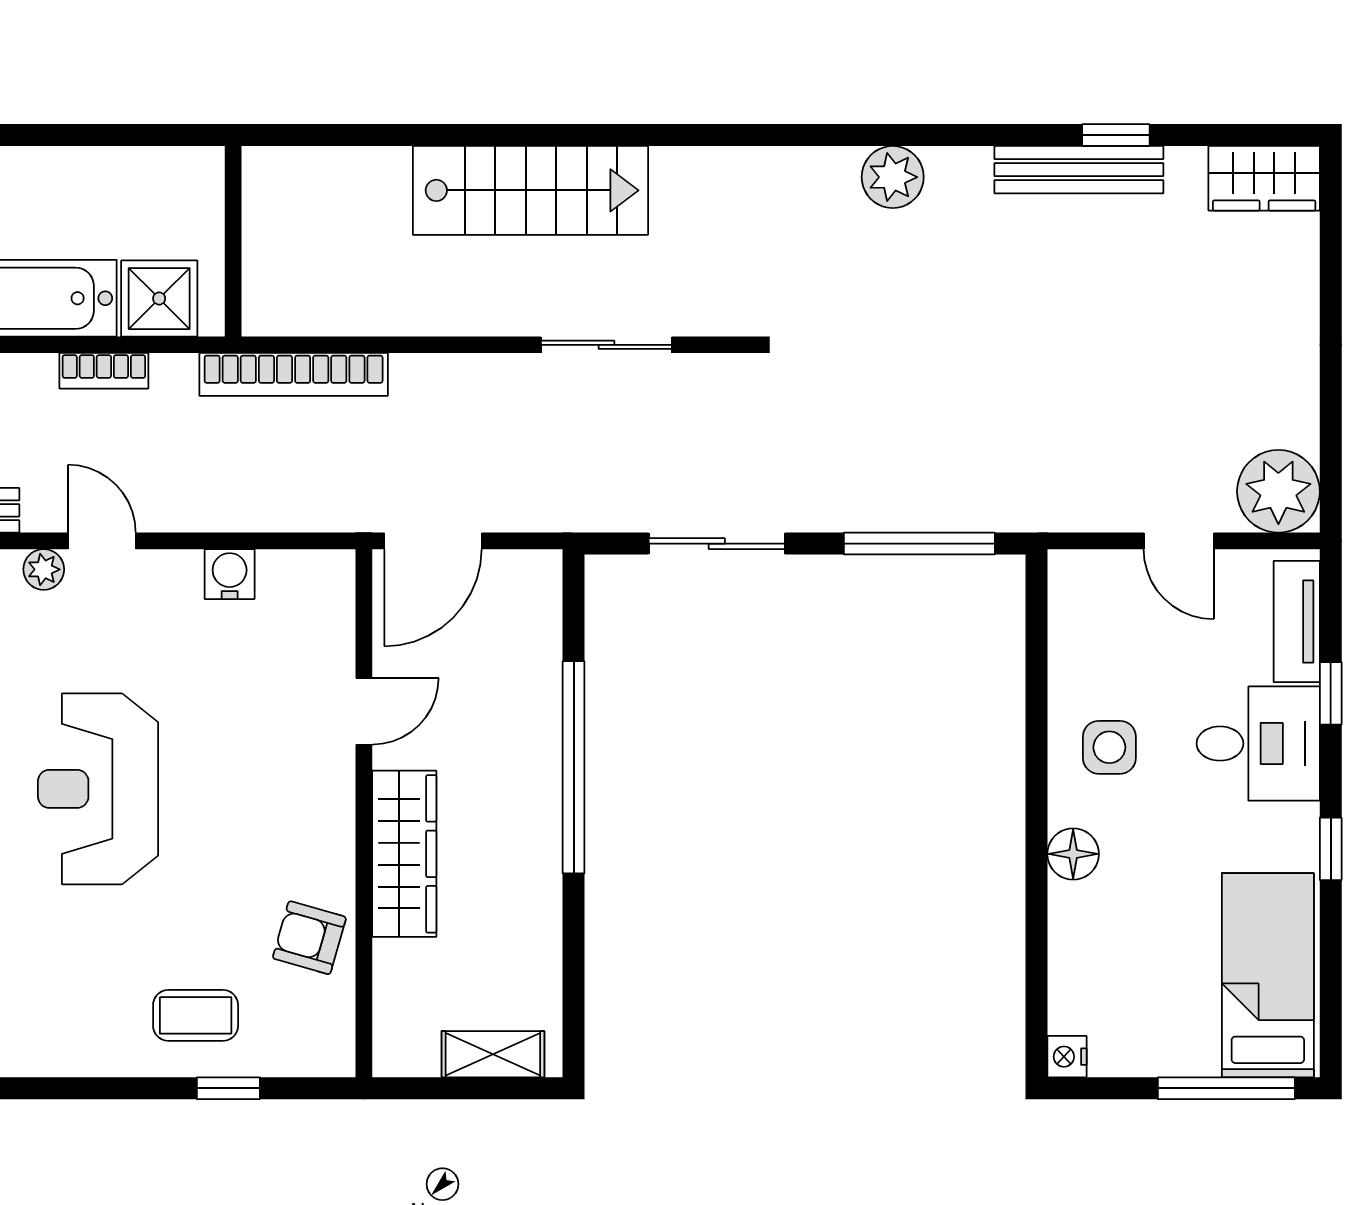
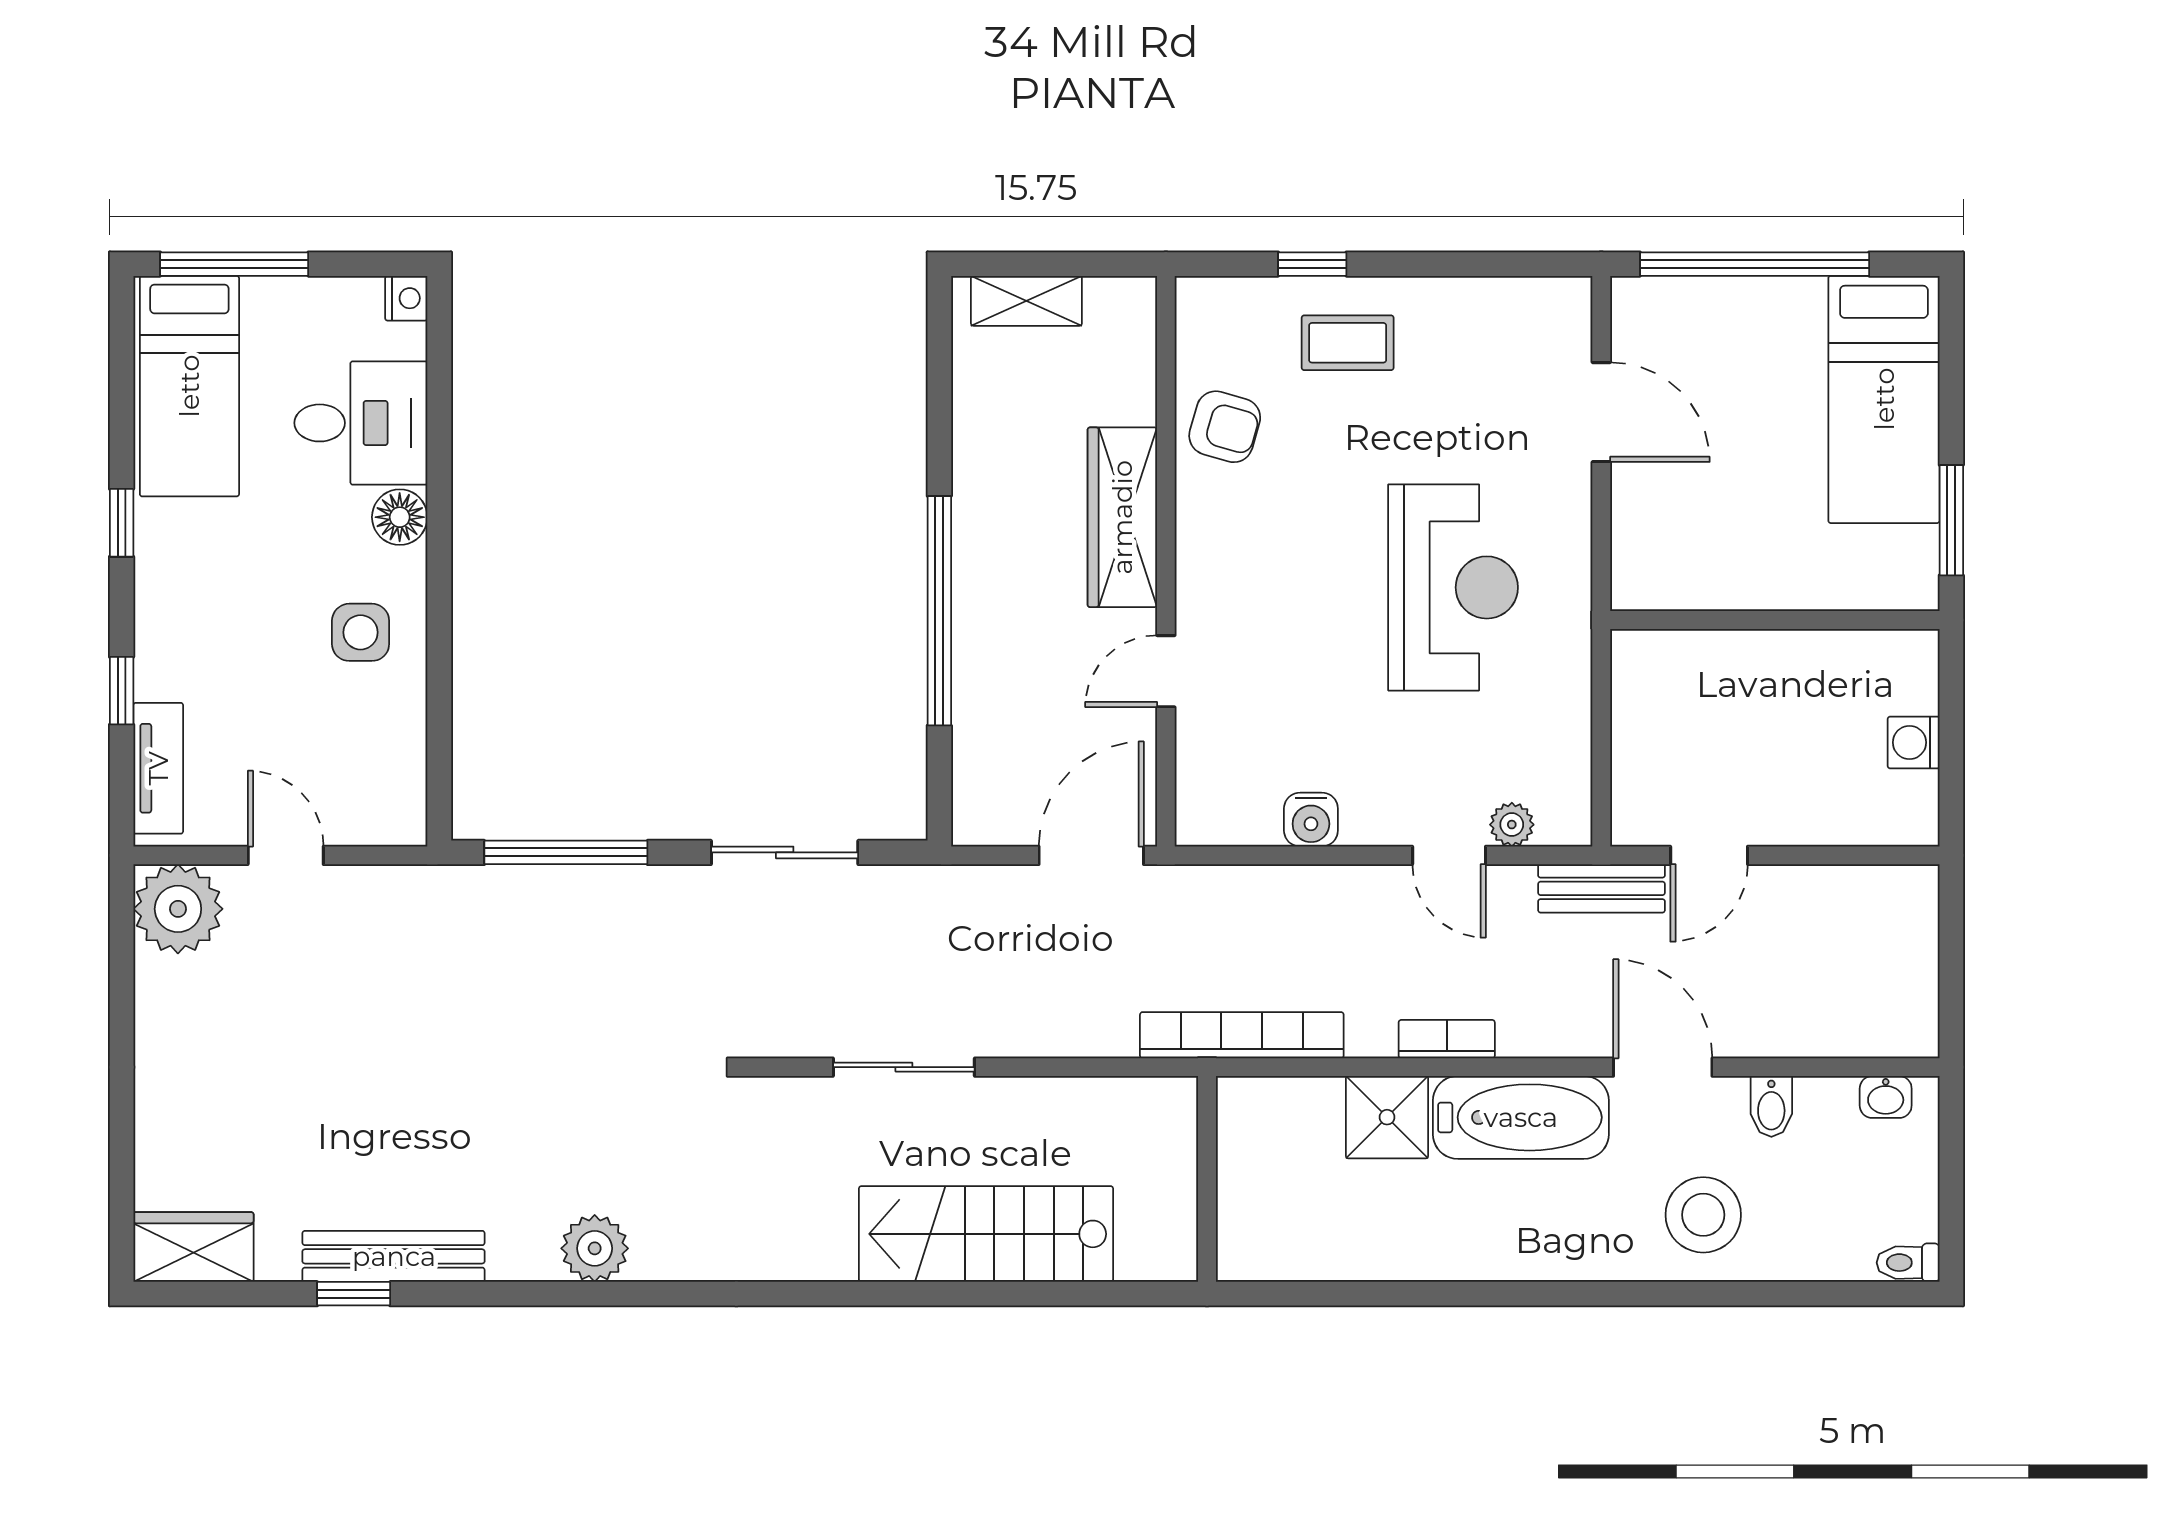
wall: (233, 241) -> (1207, 1179), moved
desk: (1258, 744) -> (361, 423), moved, turned 180

